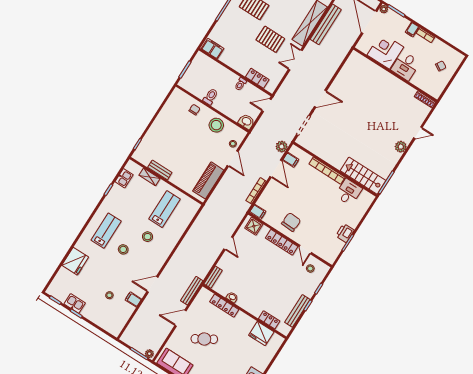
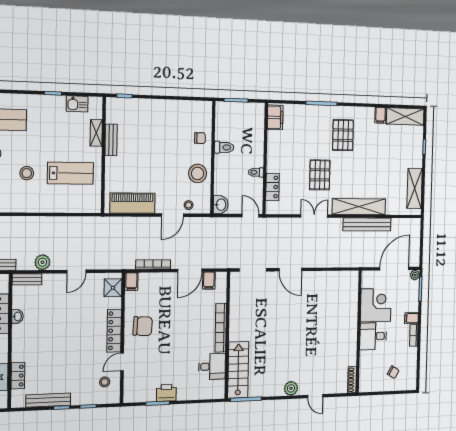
plant: (282, 147) -> (42, 262), moved

